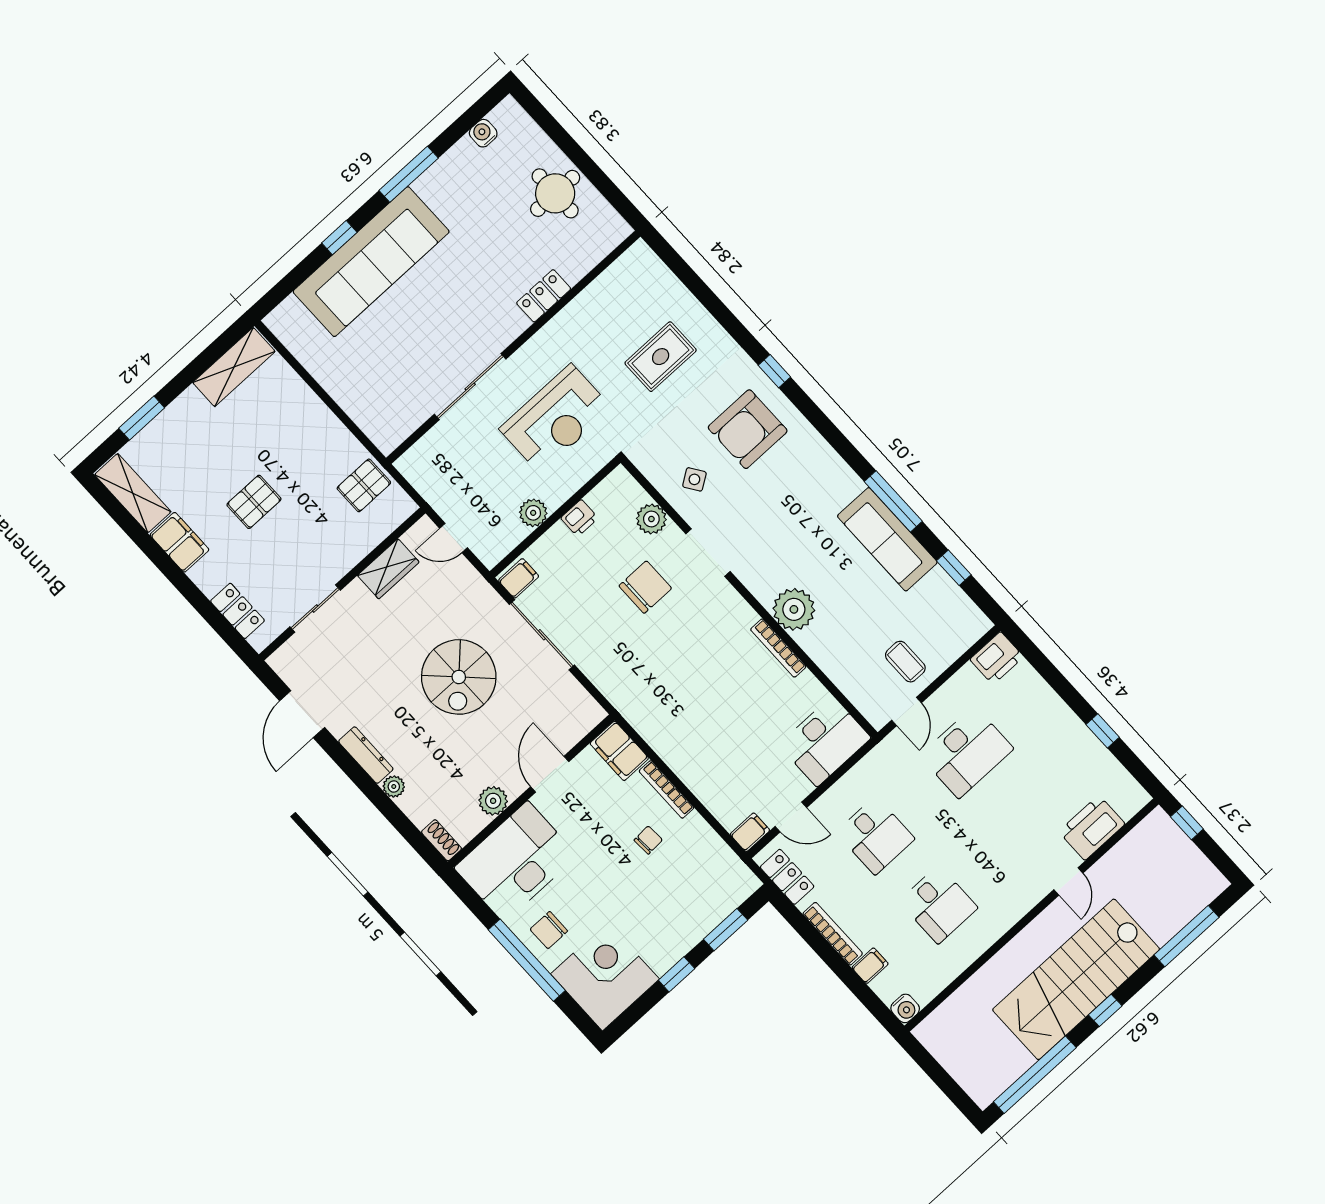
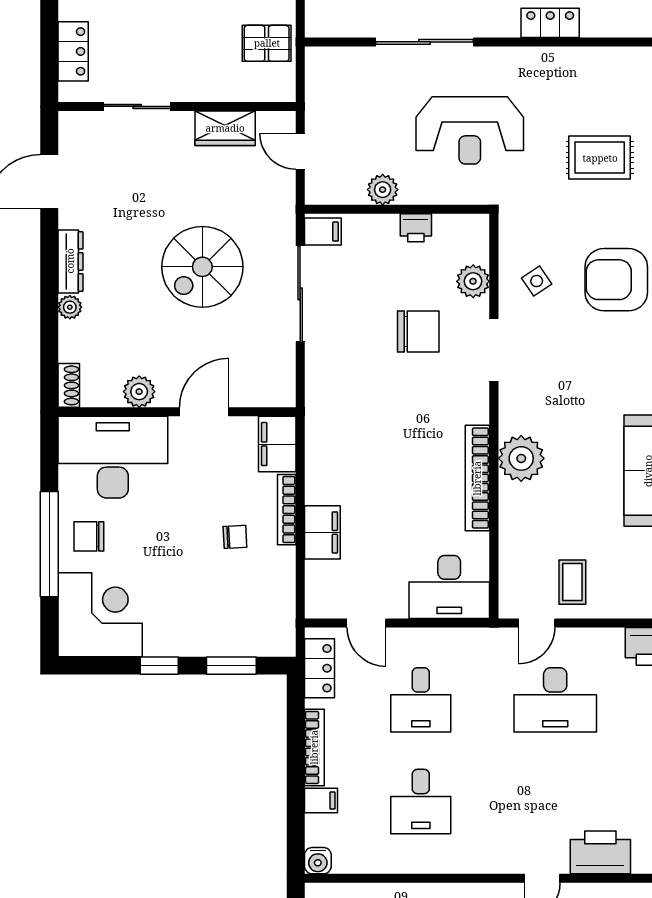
bookcase: (778, 648) -> (477, 478), width x1.48, depth x1.31
filing cabinet: (750, 832) -> (322, 532), moved, width x2.00

